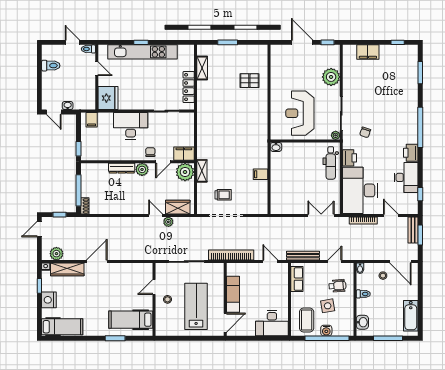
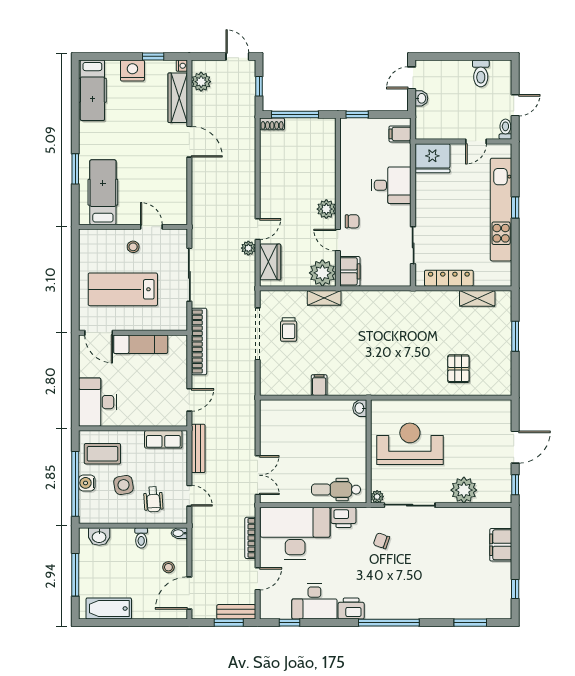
desk: (131, 126) -> (391, 185), width x0.73
dresser: (122, 168) -> (328, 179), removed
lab bench: (196, 306) -> (123, 289), turned 180

